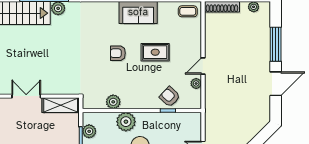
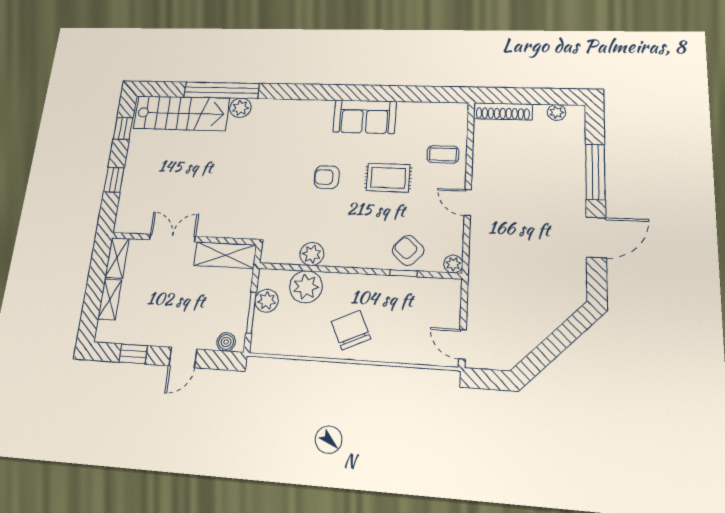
coffee table: (188, 11) -> (443, 154), moved
door: (203, 66) -> (468, 203), hinge flipped
plant: (196, 83) -> (453, 264), moved
plant: (126, 122) -> (306, 287), moved

